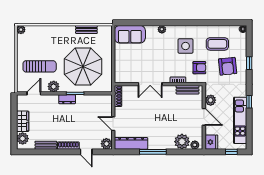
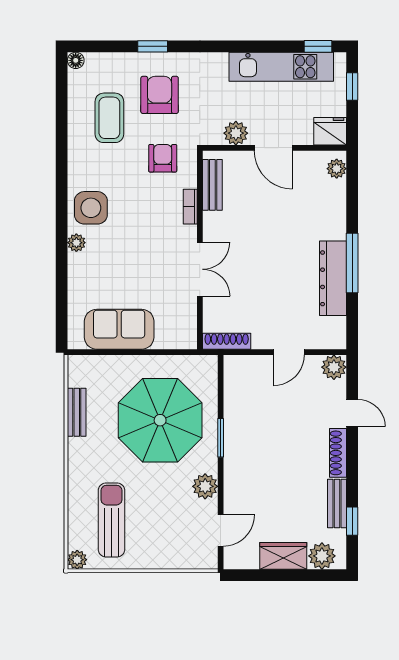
sofa: (130, 34) -> (119, 329), moved, turned -90
side table: (186, 46) -> (91, 208), moved
sun lounger: (40, 66) -> (111, 520), moved
armchair: (228, 66) -> (160, 95), turned -84
door: (34, 93) -> (221, 530), swing flipped
dresser: (67, 99) -> (234, 456), removed
window: (249, 102) -> (318, 46), moved
door: (204, 117) -> (273, 148), swing flipped
plant: (182, 142) -> (329, 197), removed
dresser: (131, 143) -> (333, 278), moved
window: (38, 152) -> (352, 521), added
door: (86, 152) -> (352, 413), hinge flipped

